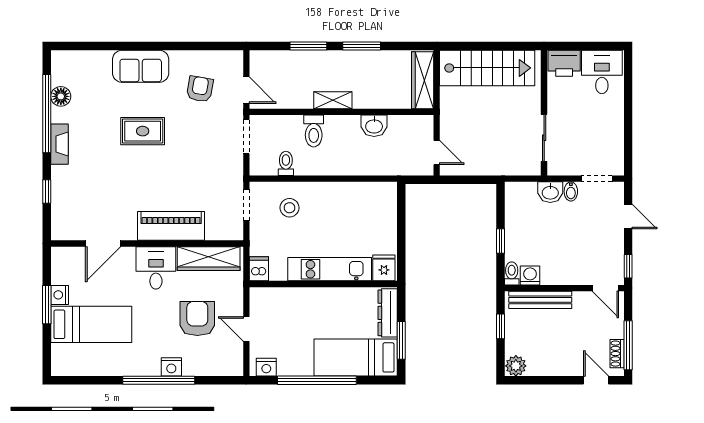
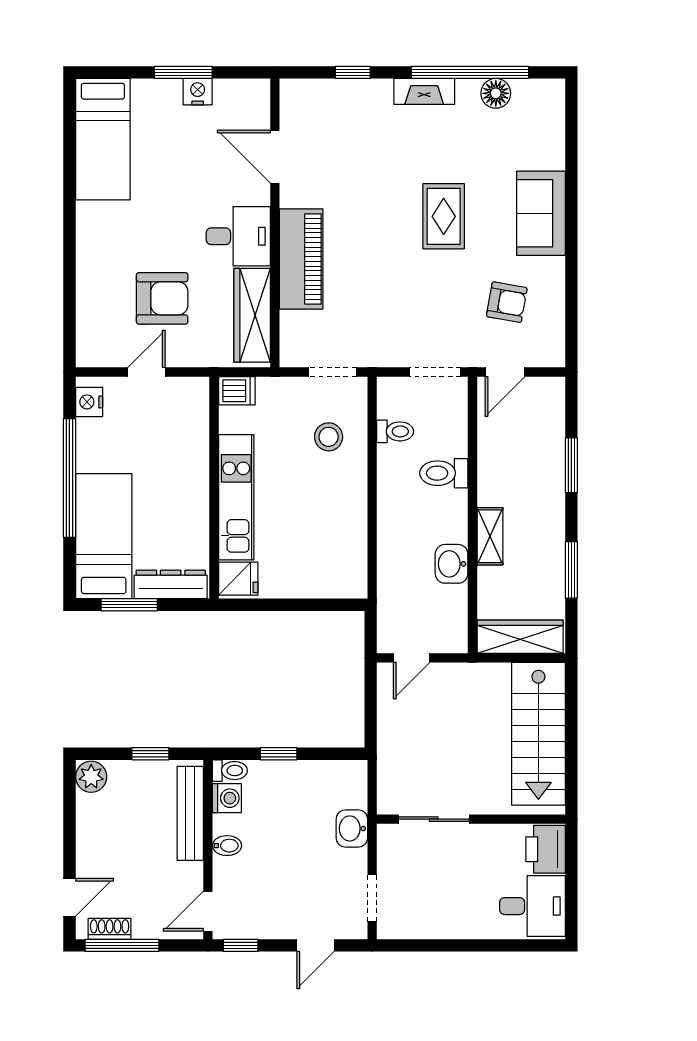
window: (362, 46) -> (571, 570), moved
shelving: (333, 100) -> (490, 536), moved
bidet: (571, 191) -> (227, 846), moved, turned 180
bed: (91, 324) -> (103, 139), moved
nightstand: (171, 367) -> (89, 259), removed
window: (159, 380) -> (69, 241), removed

